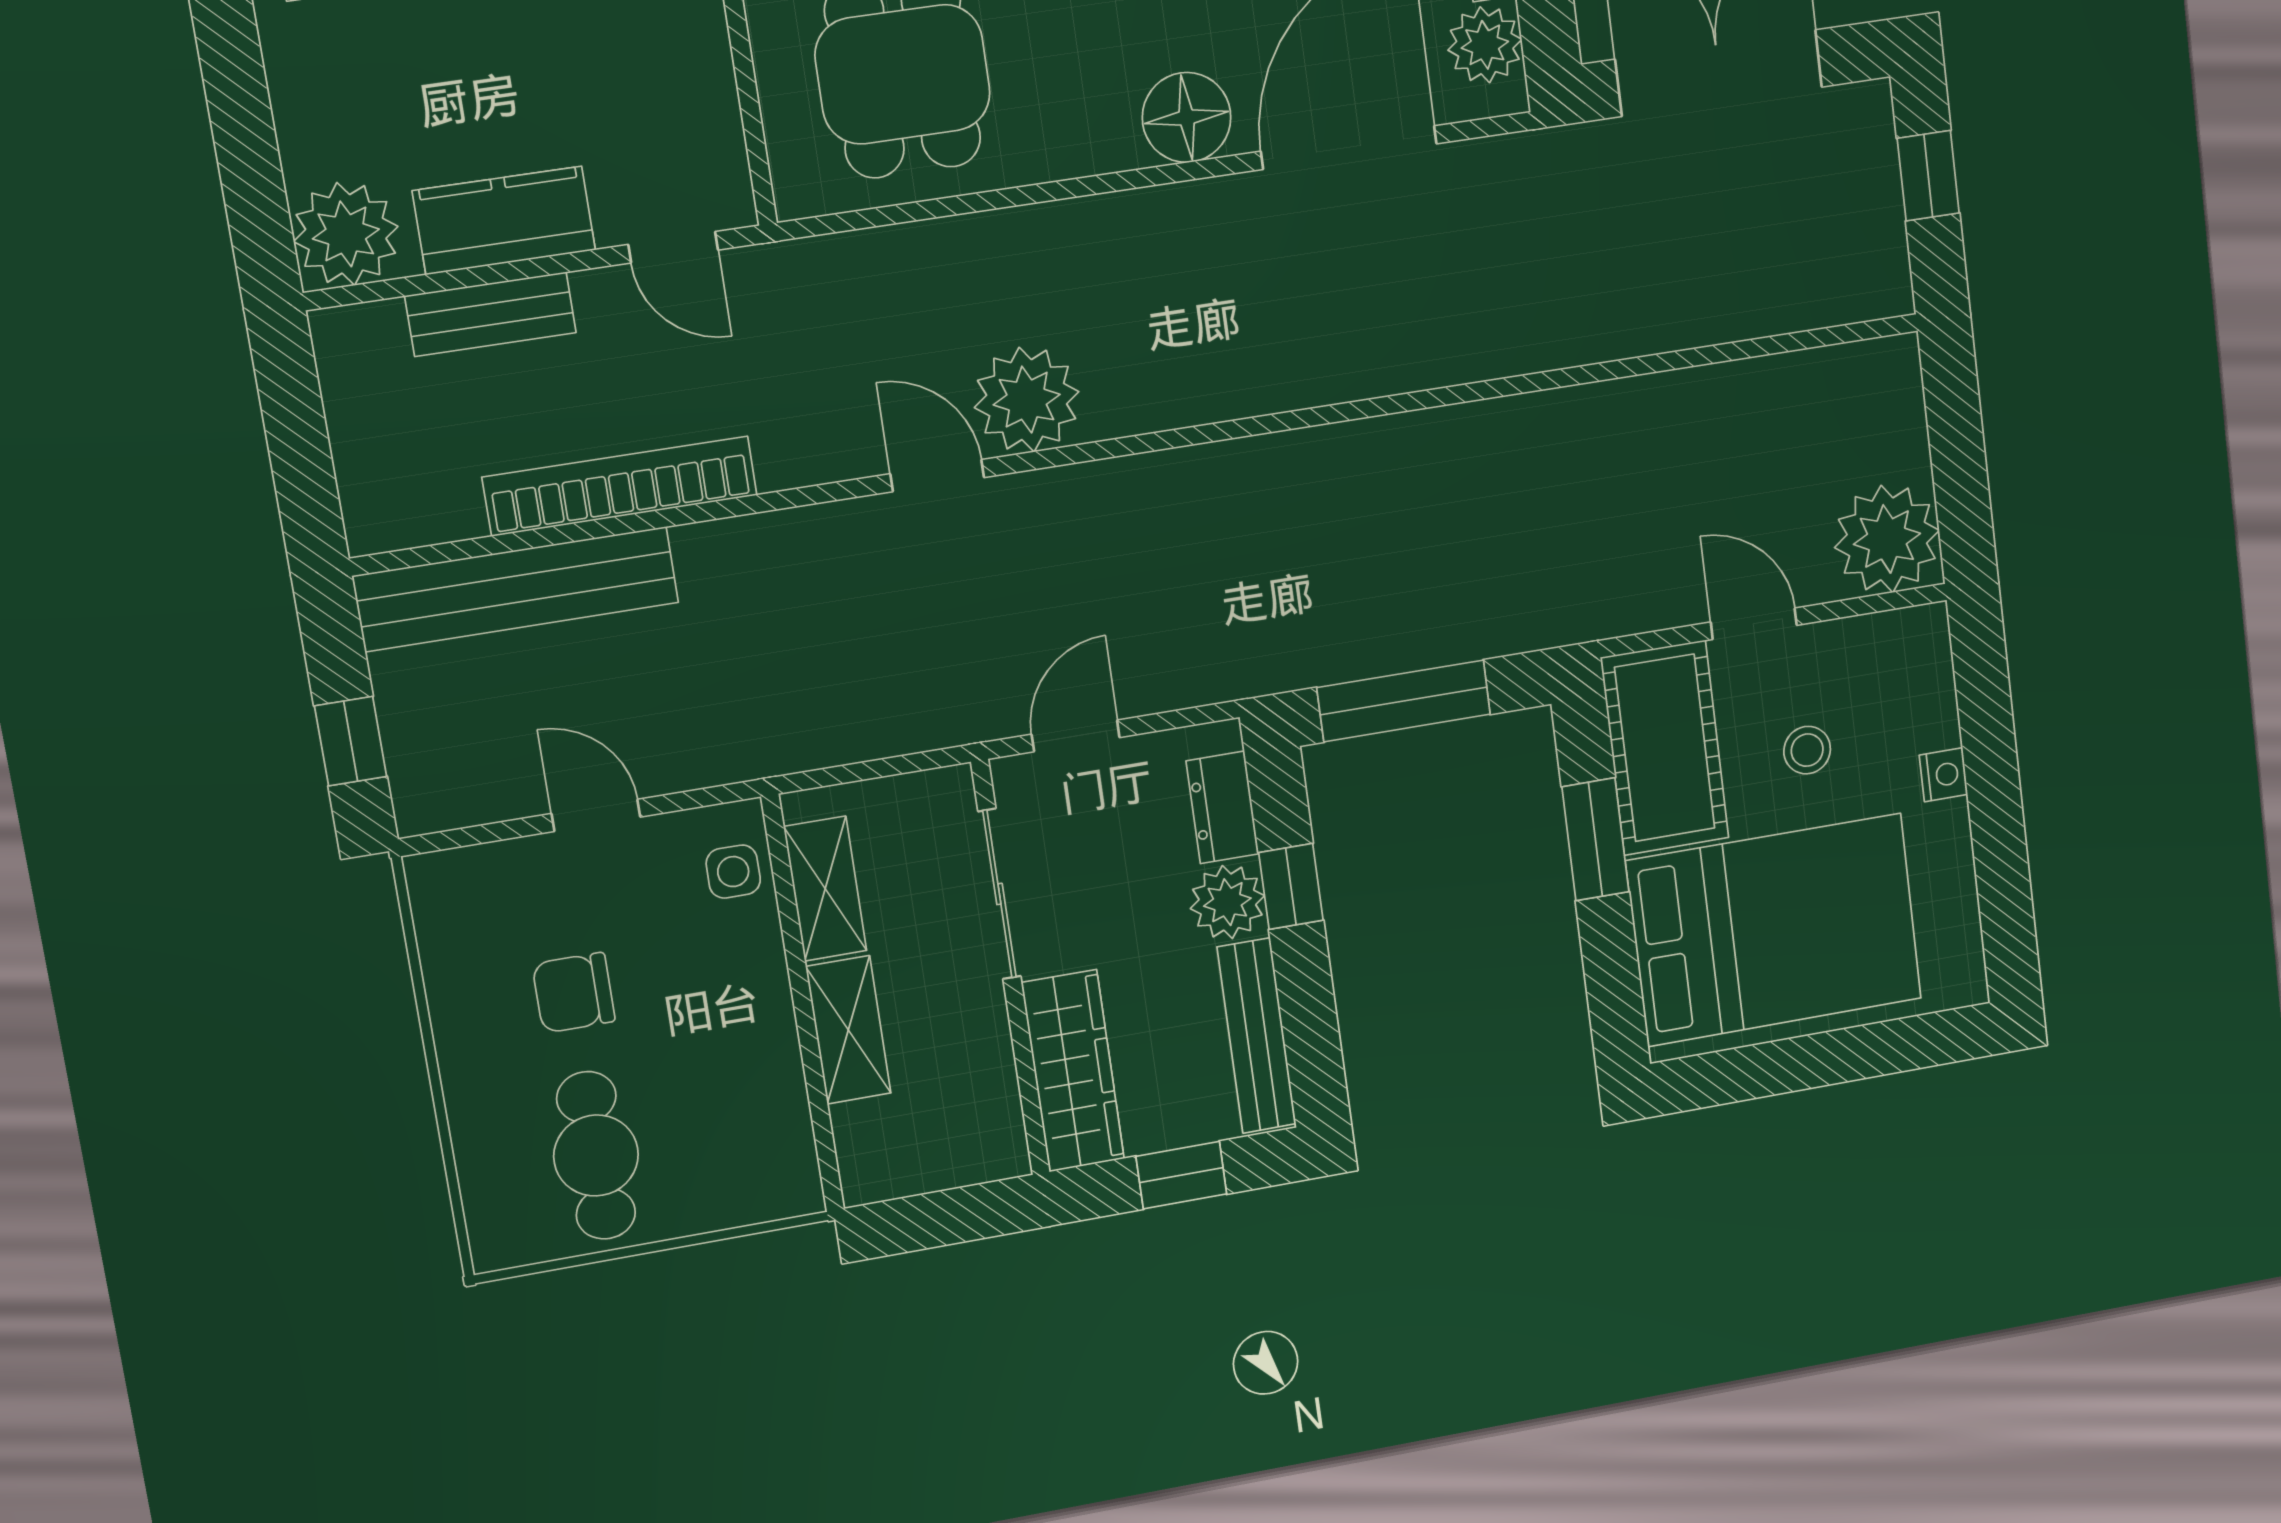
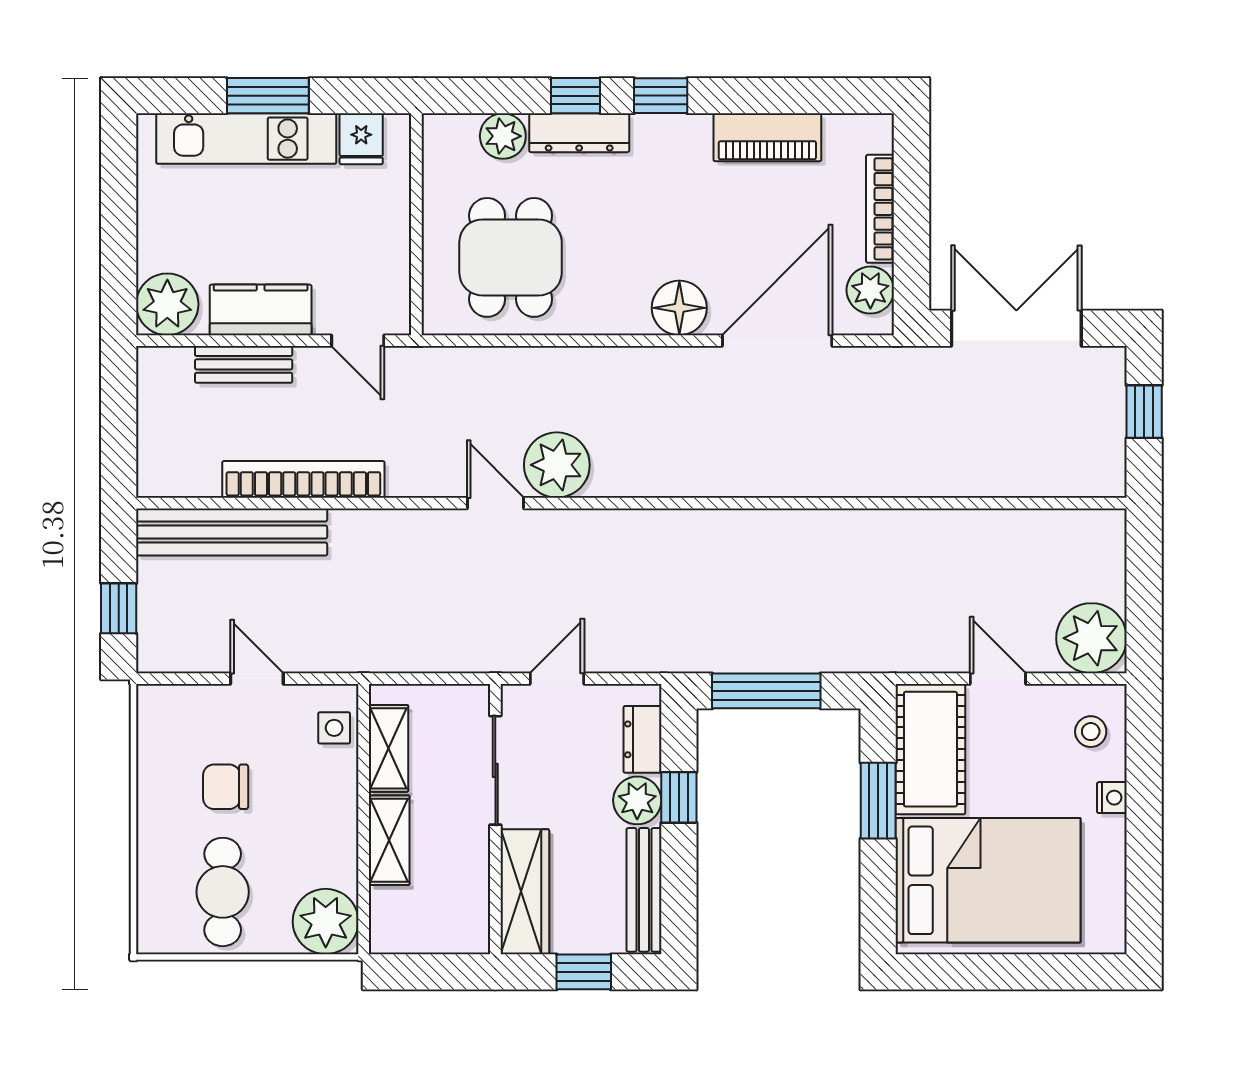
stool: (1807, 750) -> (1091, 732), moved
plant: (767, 1171) -> (326, 922), added

